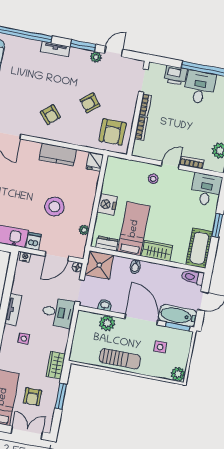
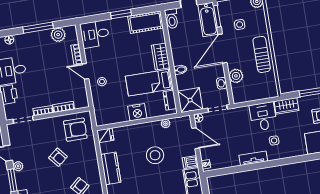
desk: (58, 312) -> (263, 116), moved

